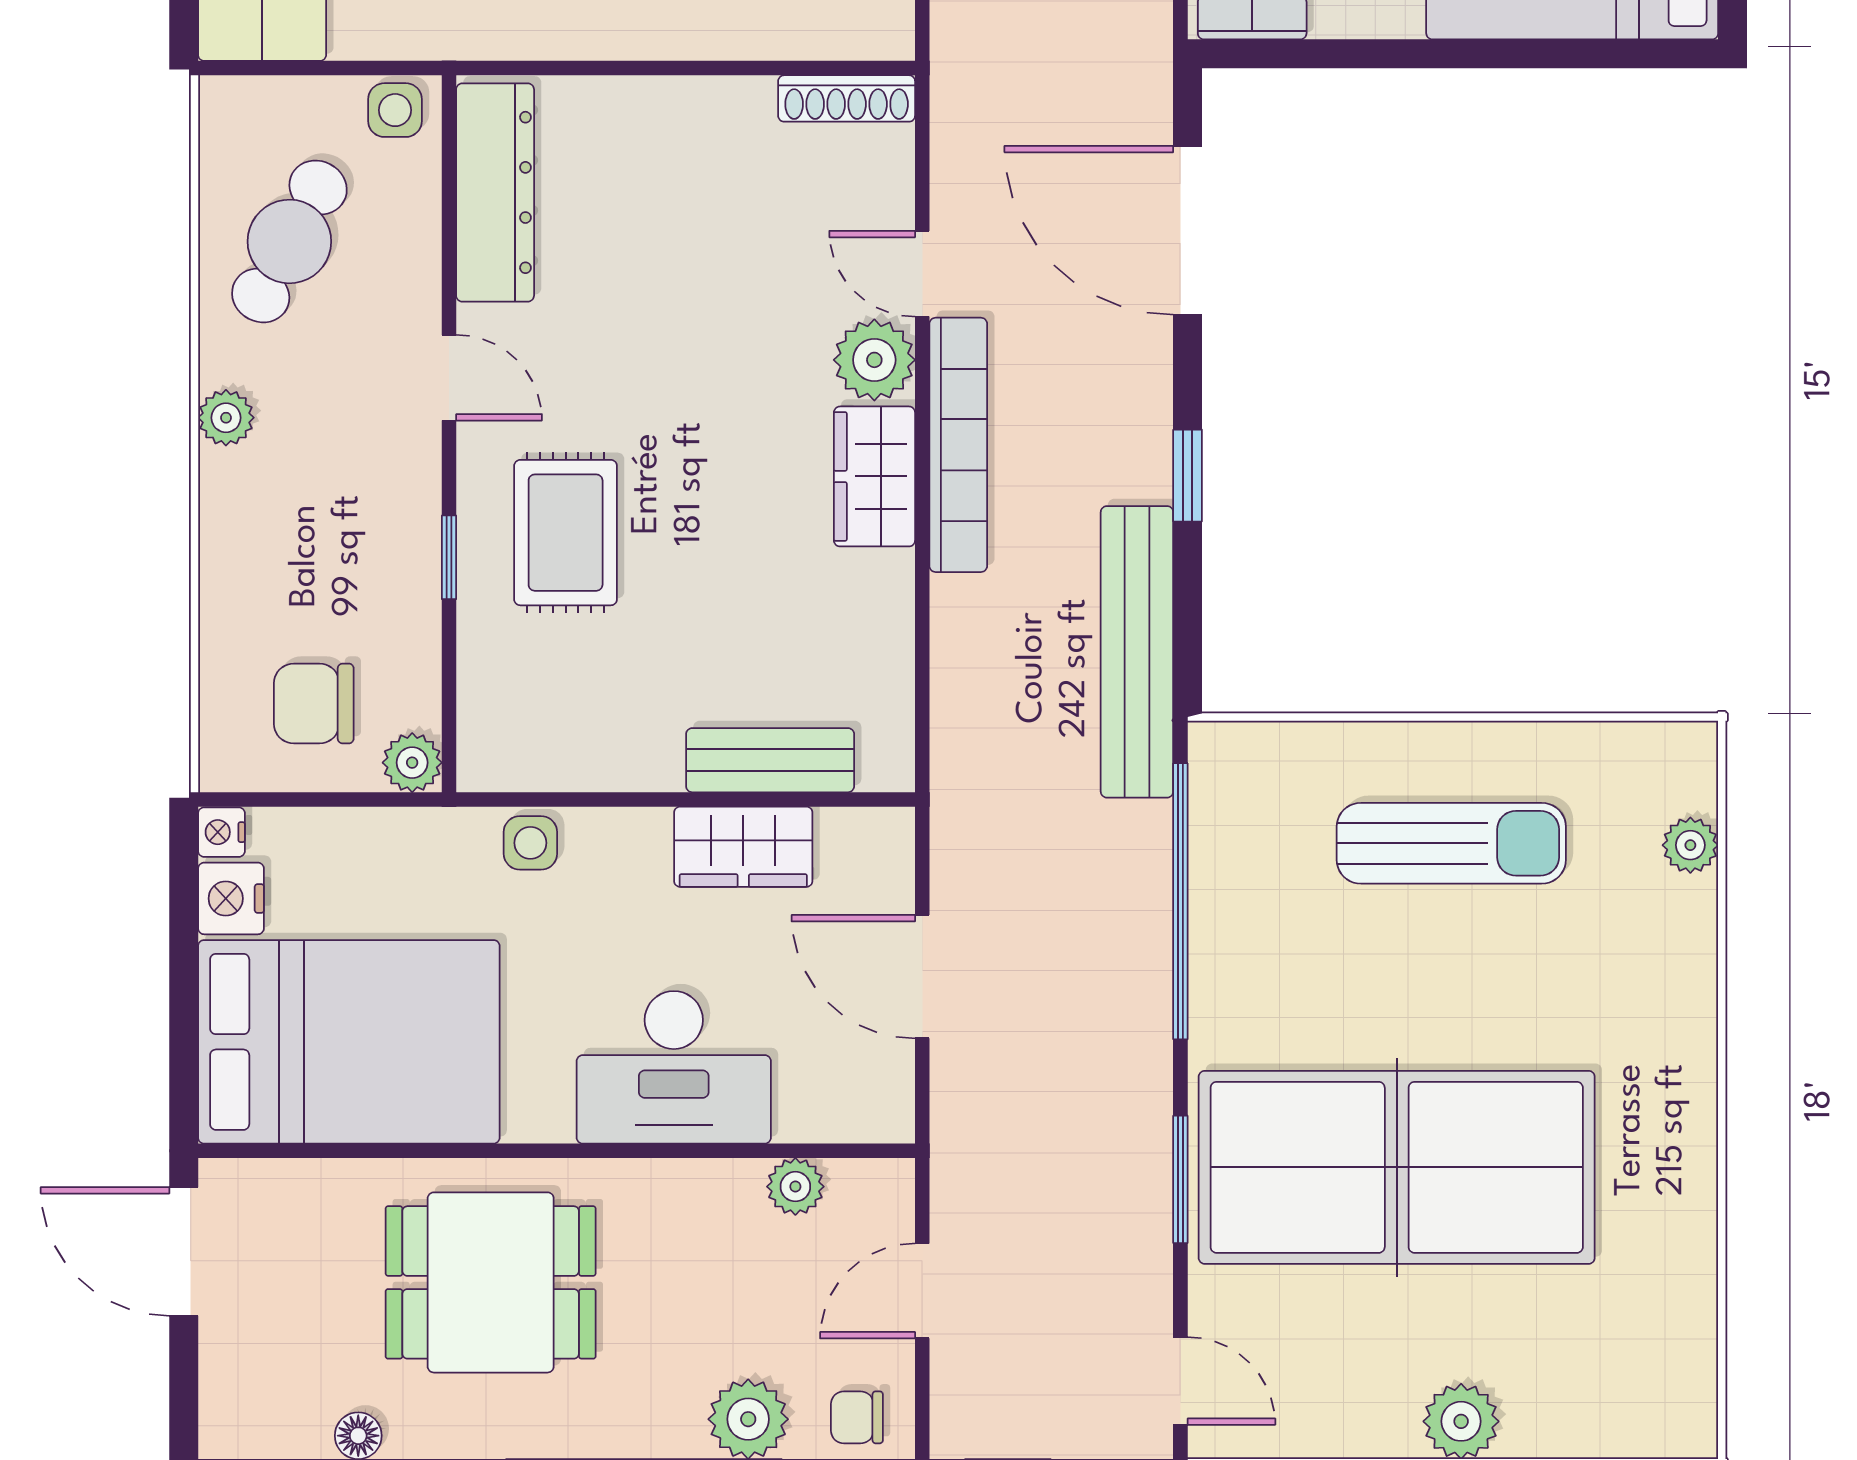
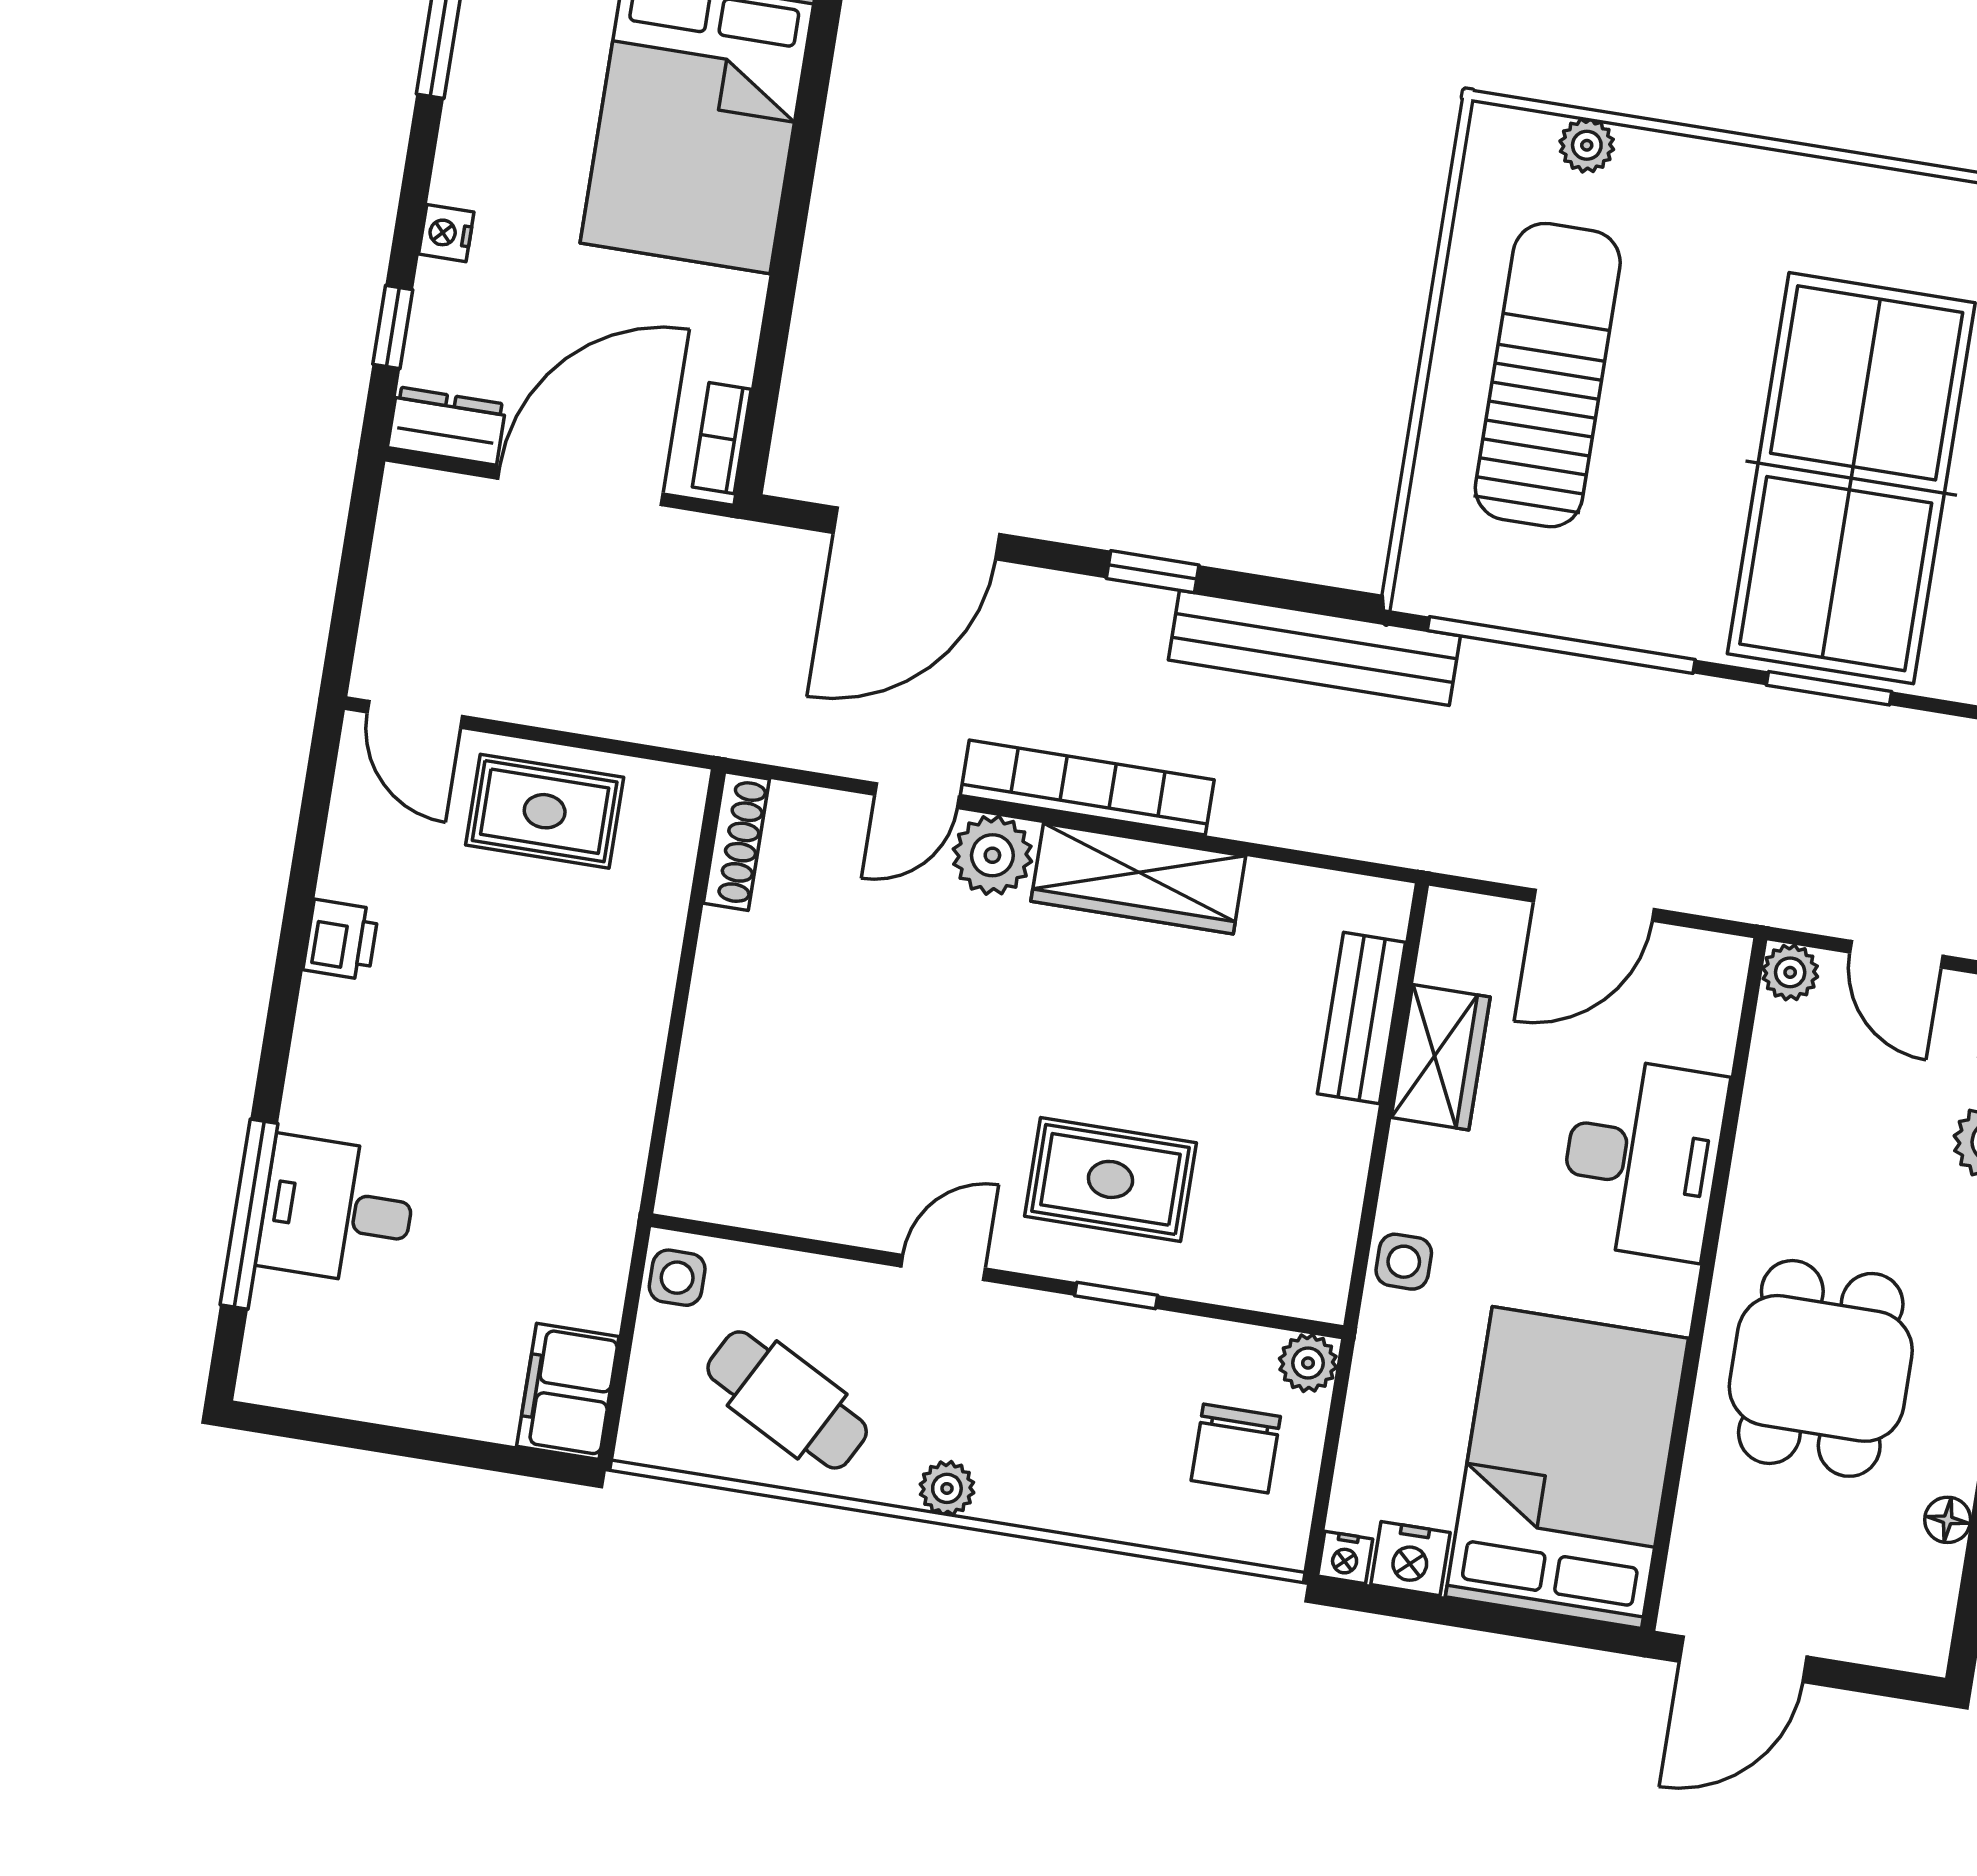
dresser: (495, 192) -> (772, 1194), removed
wardrobe: (874, 476) -> (1138, 879), width x1.50
sun lounger: (1451, 843) -> (1548, 375), width x1.36, depth x1.34
plant: (795, 1187) -> (1790, 972), moved

